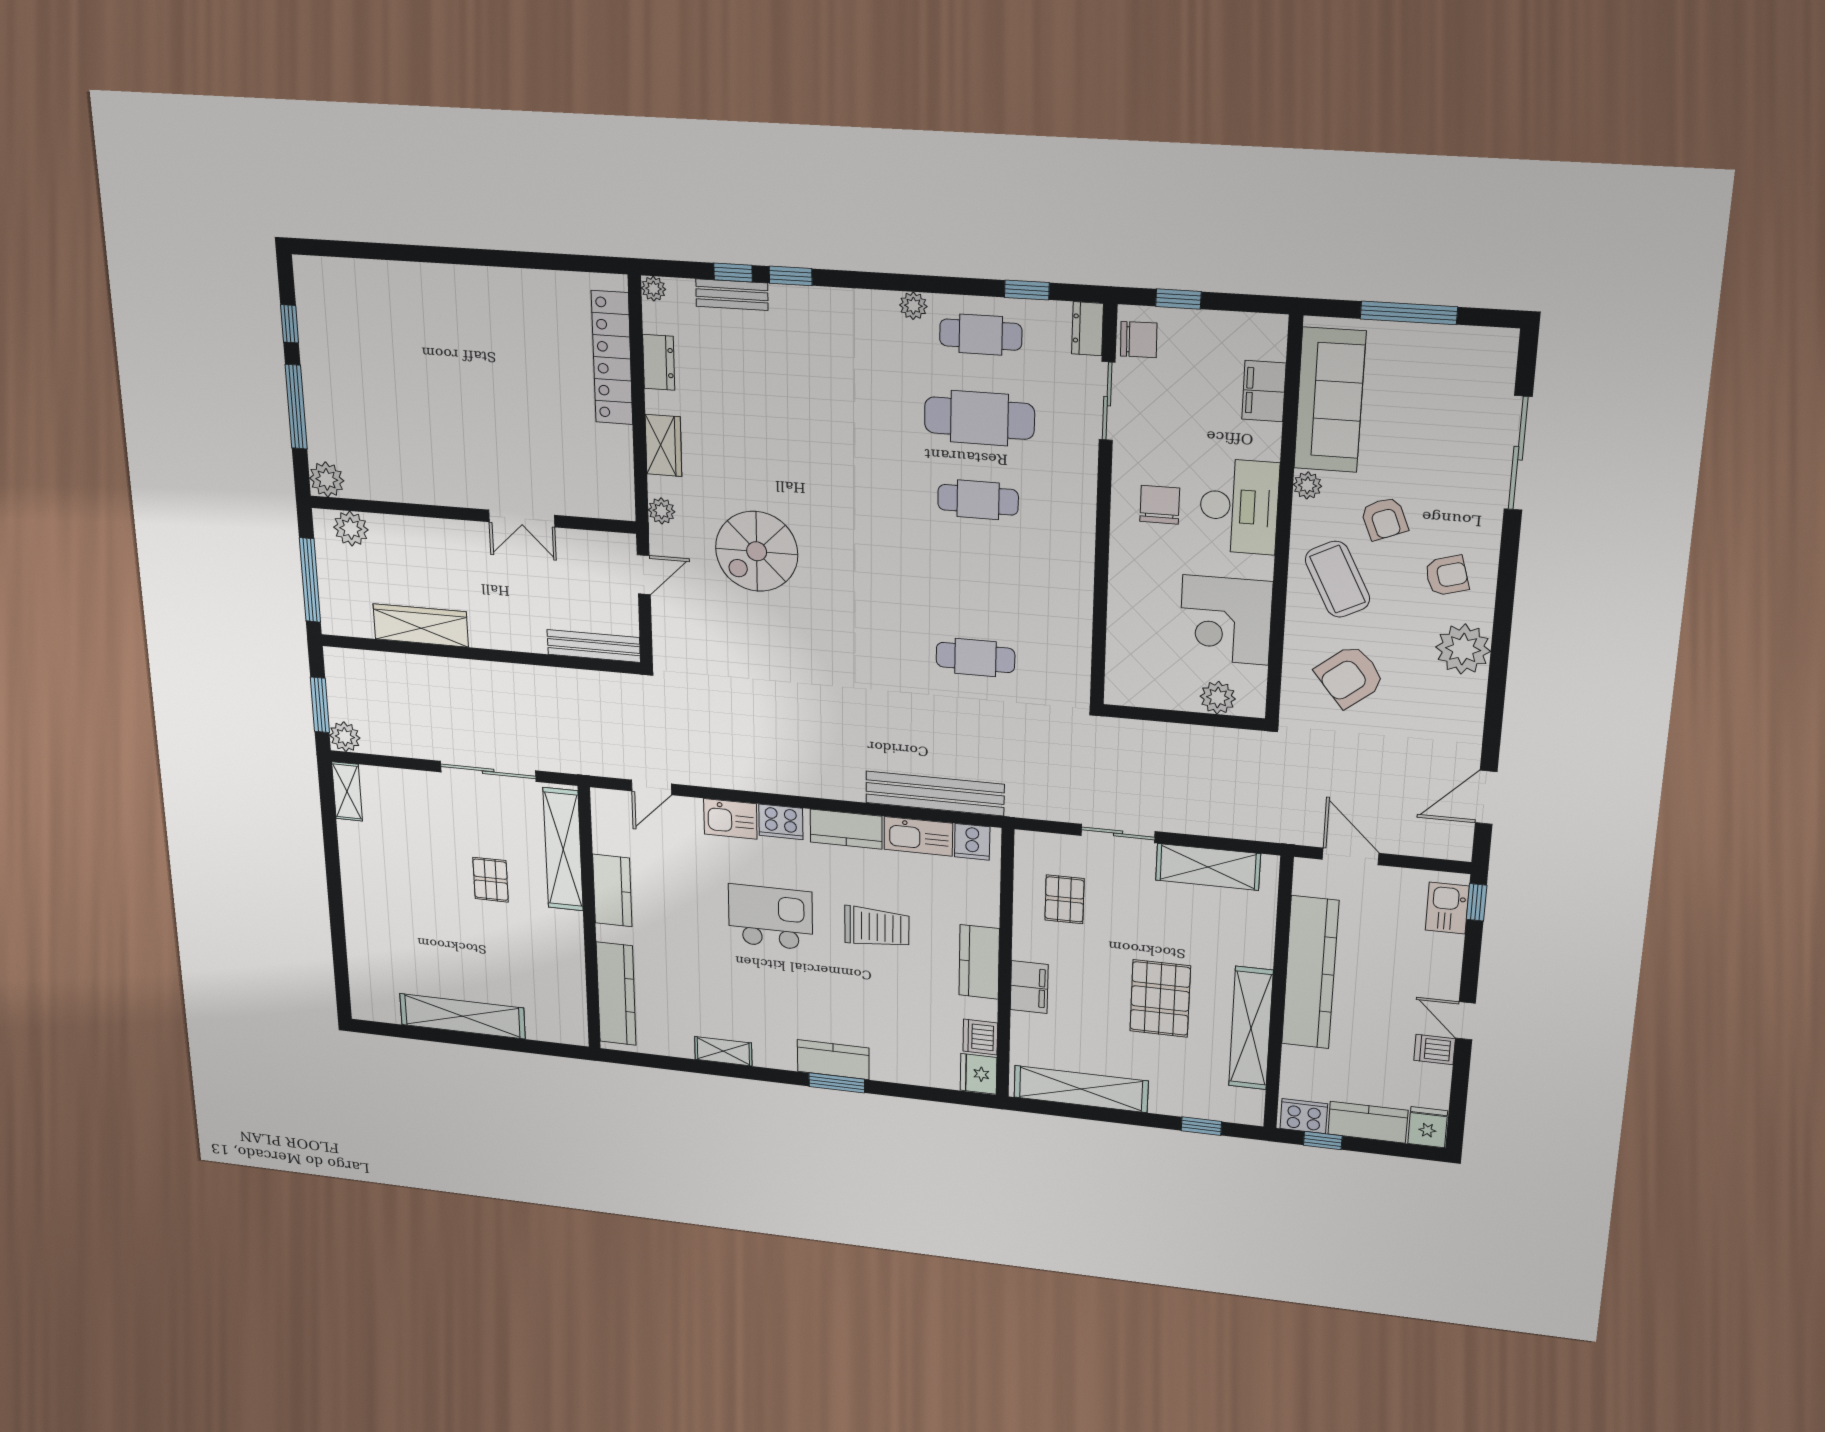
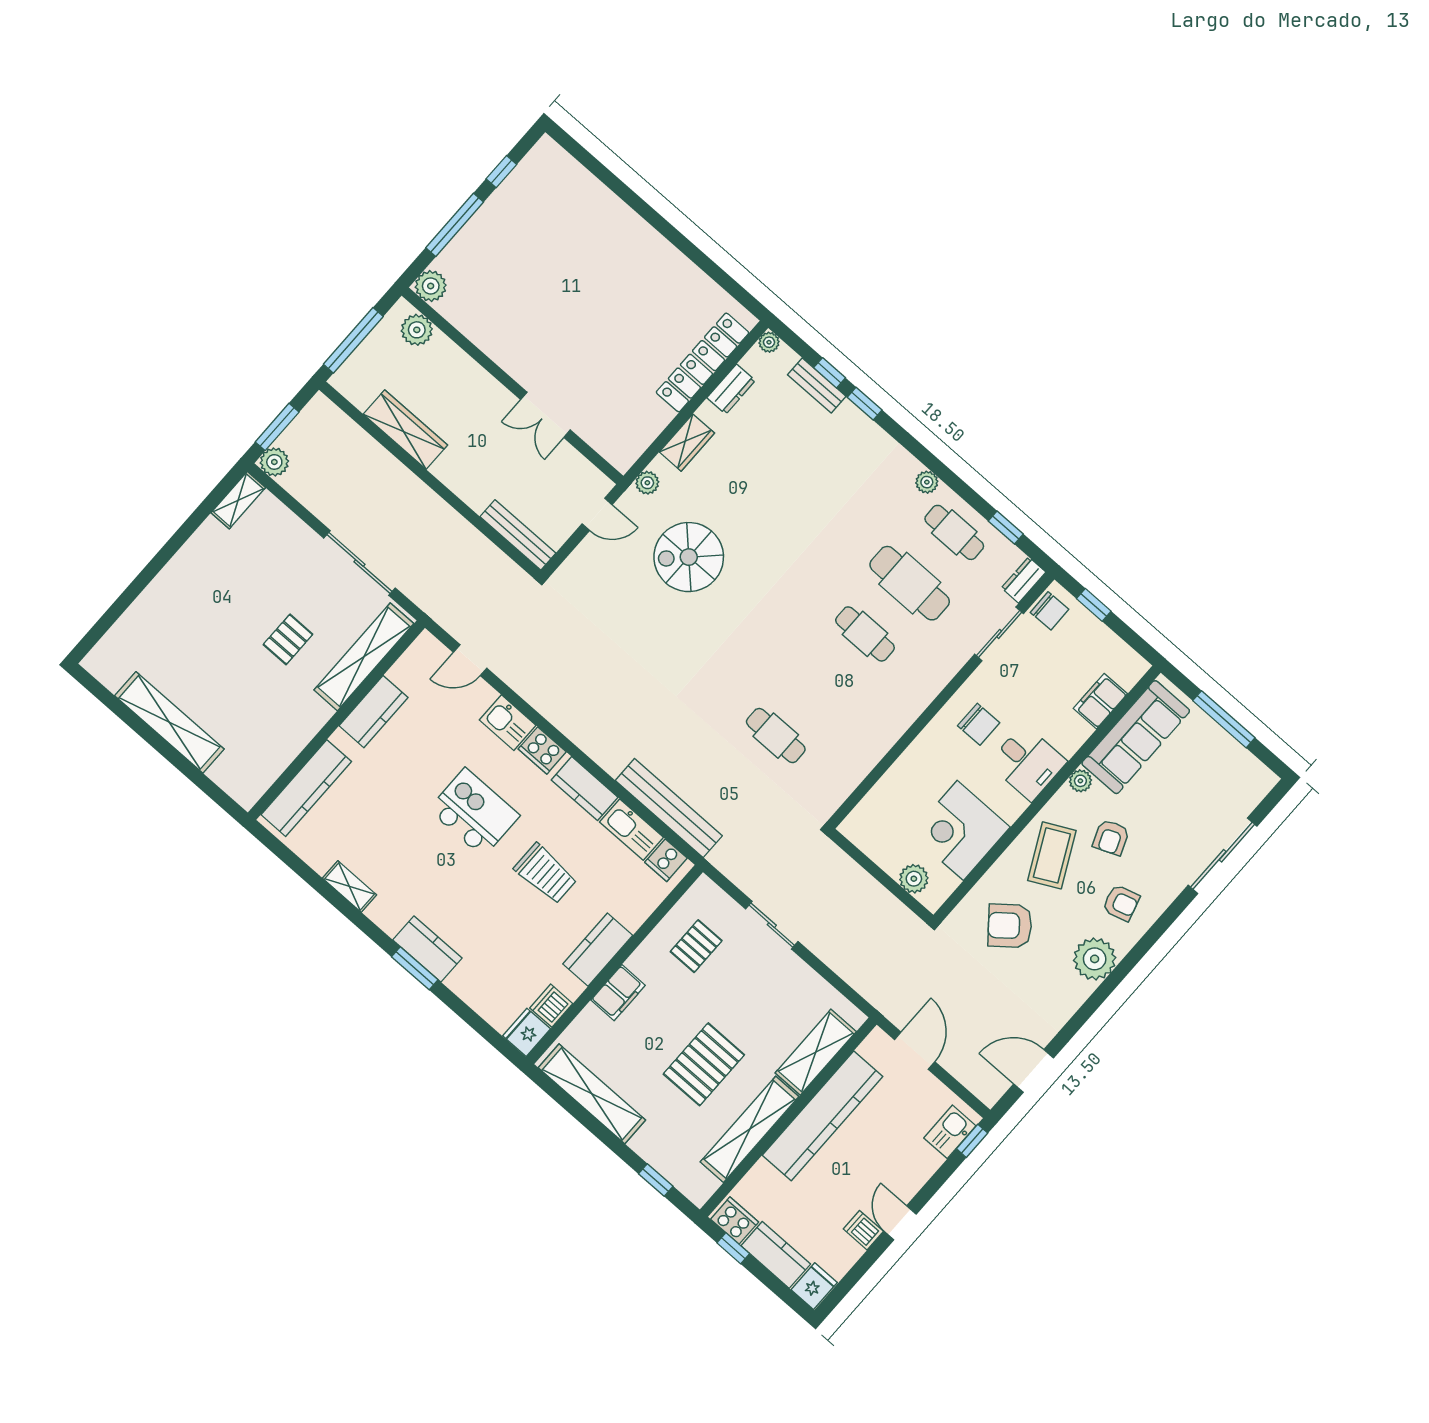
chair: (1160, 505) -> (979, 724), turned 90
desk: (1239, 506) -> (1027, 763), width x0.73
shelving: (1208, 867) -> (816, 1052), moved, turned 90

